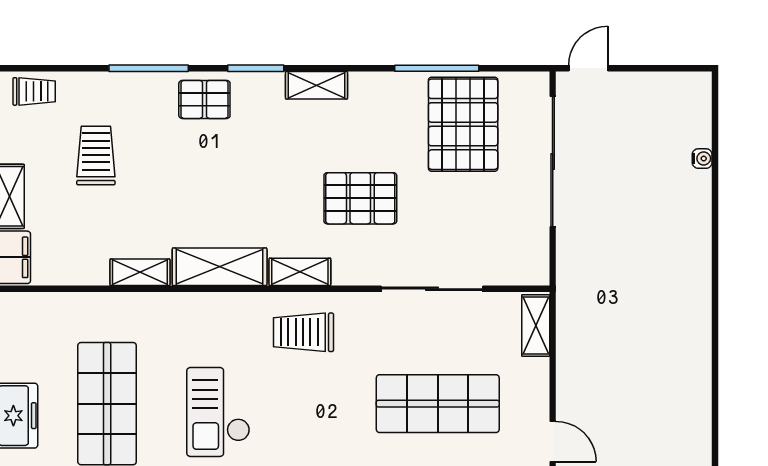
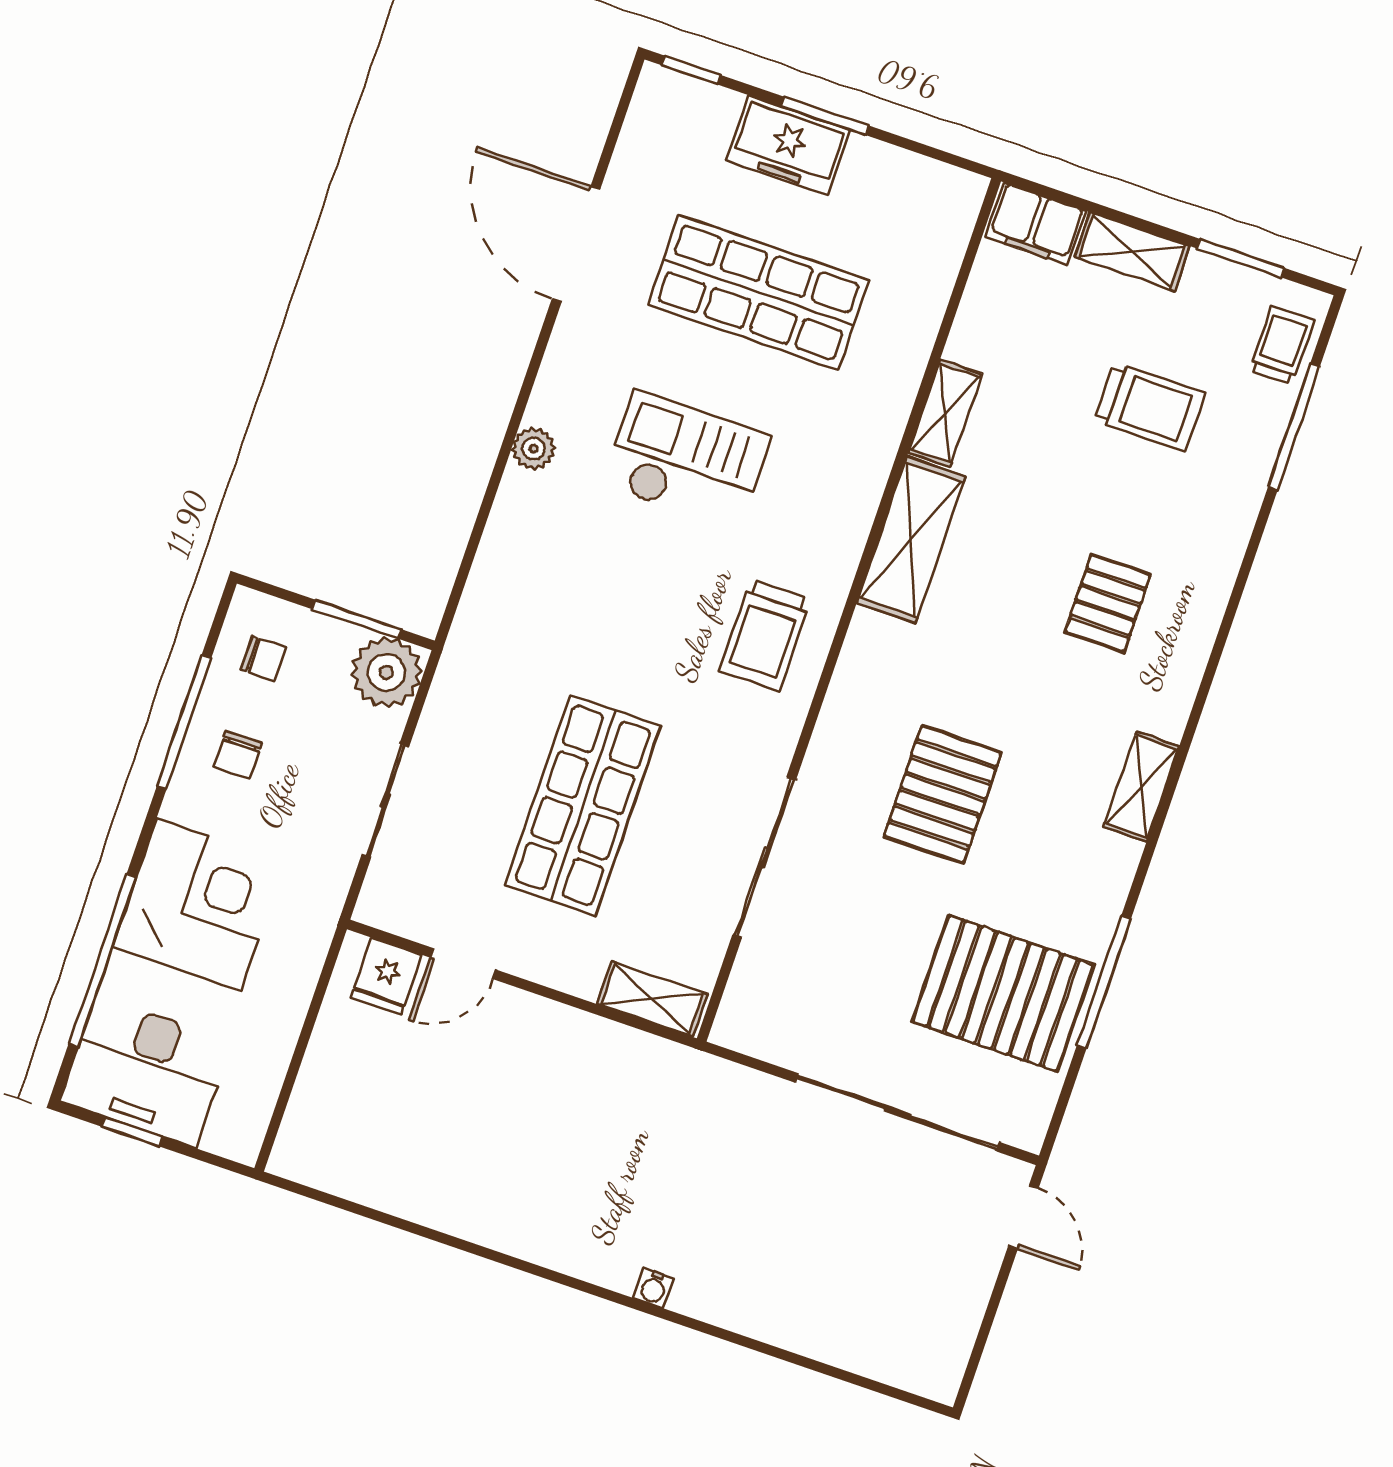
window: (149, 68) -> (1294, 427), moved
window: (256, 68) -> (1200, 701), removed
trolley: (34, 91) -> (1282, 345), turned 180
pallet: (204, 99) -> (1108, 603), moved
water cooler: (702, 159) -> (654, 1288), moved
shelving: (300, 272) -> (861, 662), removed
trolley: (304, 332) -> (765, 635), turned 180

